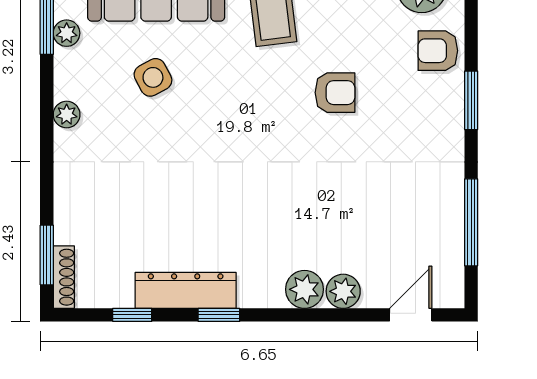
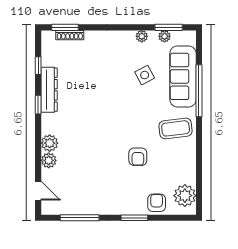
plant: (67, 115) -> (142, 36), moved
shoe rack: (64, 277) -> (70, 35), moved

